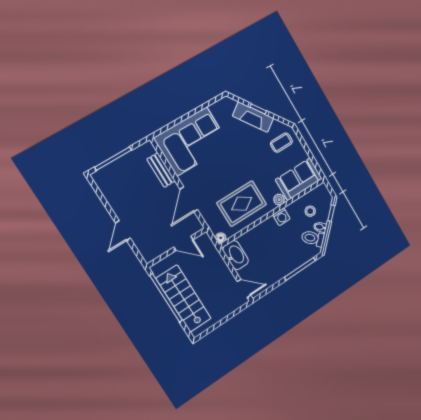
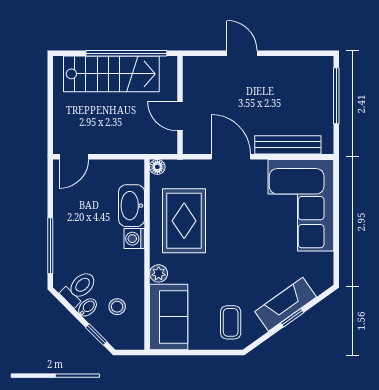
bench: (161, 170) -> (288, 145), width x1.36
washing machine: (281, 217) -> (134, 239), moved
door: (183, 243) -> (180, 116), hinge flipped
washbasin: (236, 255) -> (132, 206), moved, turned 90

